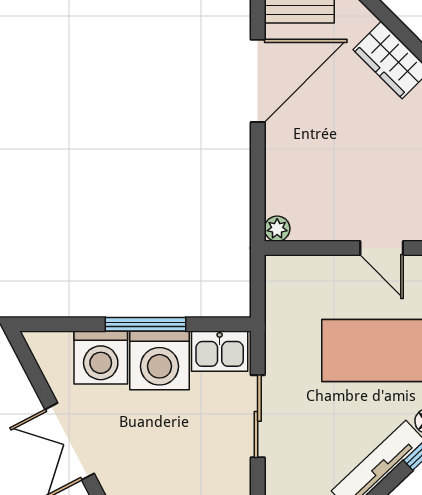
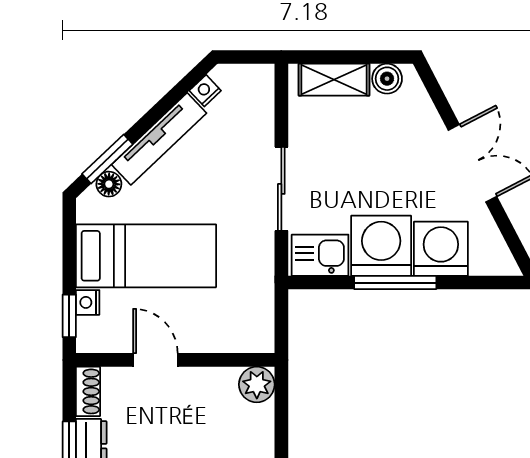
plant: (277, 229) -> (257, 384), width x1.38, depth x1.38

